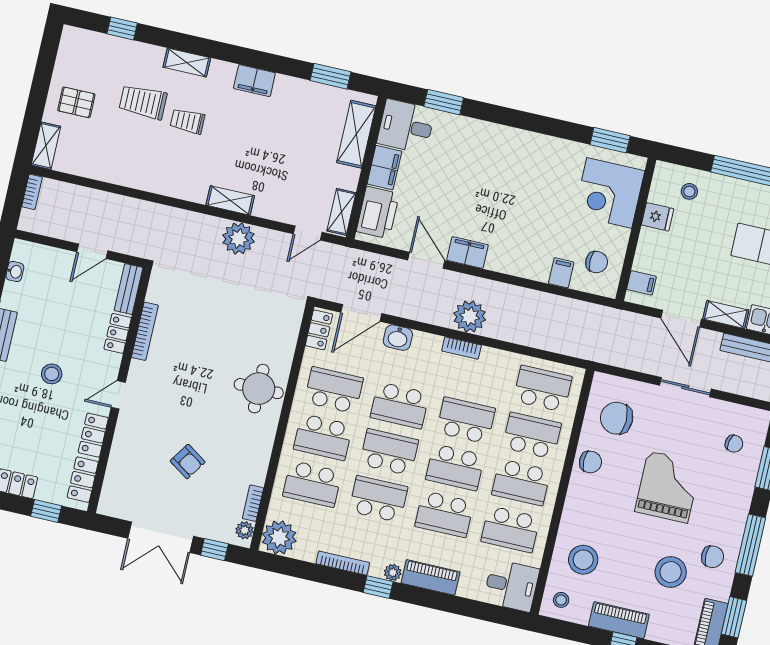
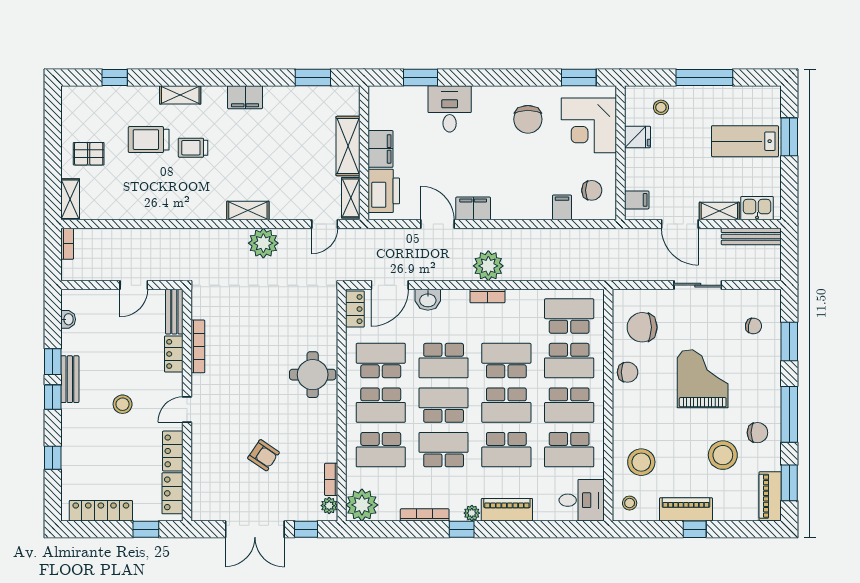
desk: (406, 126) -> (450, 109), moved, turned 90
shelving: (356, 134) -> (348, 146), moved
chair: (547, 172) -> (528, 119), added
school desk: (532, 436) -> (569, 361), turned 180

